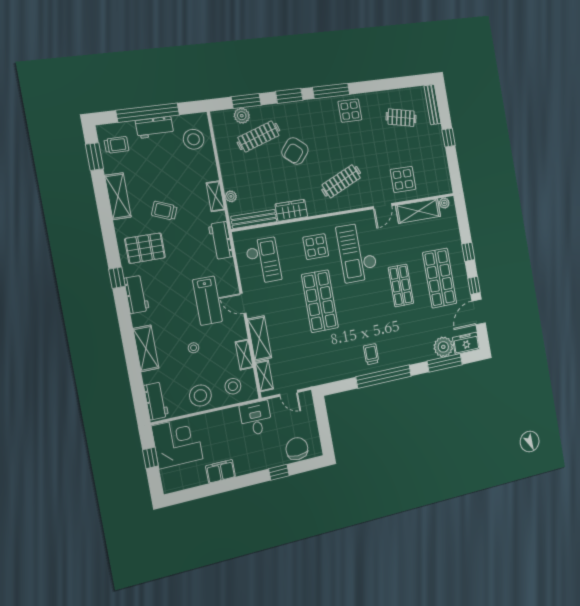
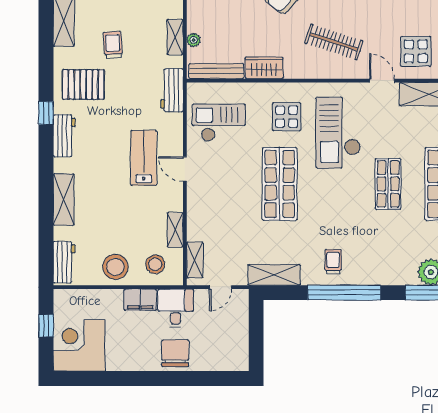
clothes rail: (341, 181) -> (334, 42), turned 42
door: (382, 206) -> (382, 81), swing flipped
trolley: (164, 211) -> (113, 45), turned 64
checkout: (263, 261) -> (219, 123), turned -90
lab bench: (208, 301) -> (144, 158), turned 180
shelving: (260, 338) -> (274, 275), moved, turned 90
stool: (194, 348) -> (118, 210), removed
door: (289, 393) -> (220, 287), hinge flipped
corner desk: (177, 442) -> (79, 345), moved, turned -90
chair: (297, 449) -> (175, 353), moved
filing cabinet: (221, 471) -> (140, 300), moved, turned 180
window: (279, 472) -> (191, 379), removed

